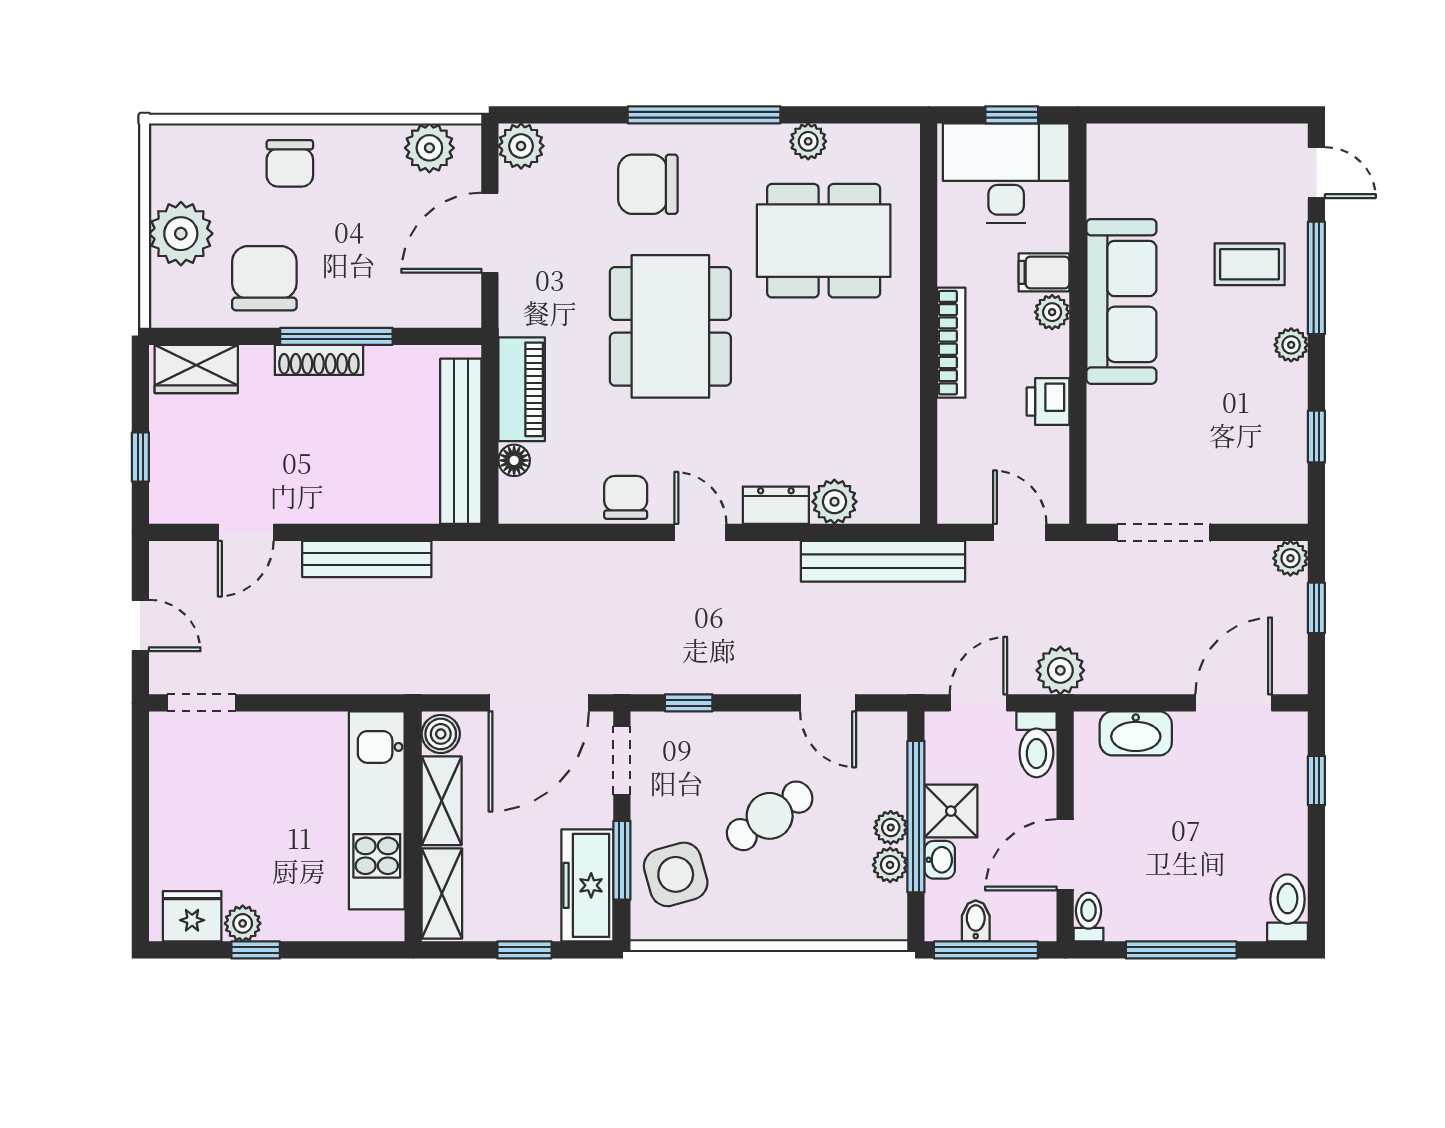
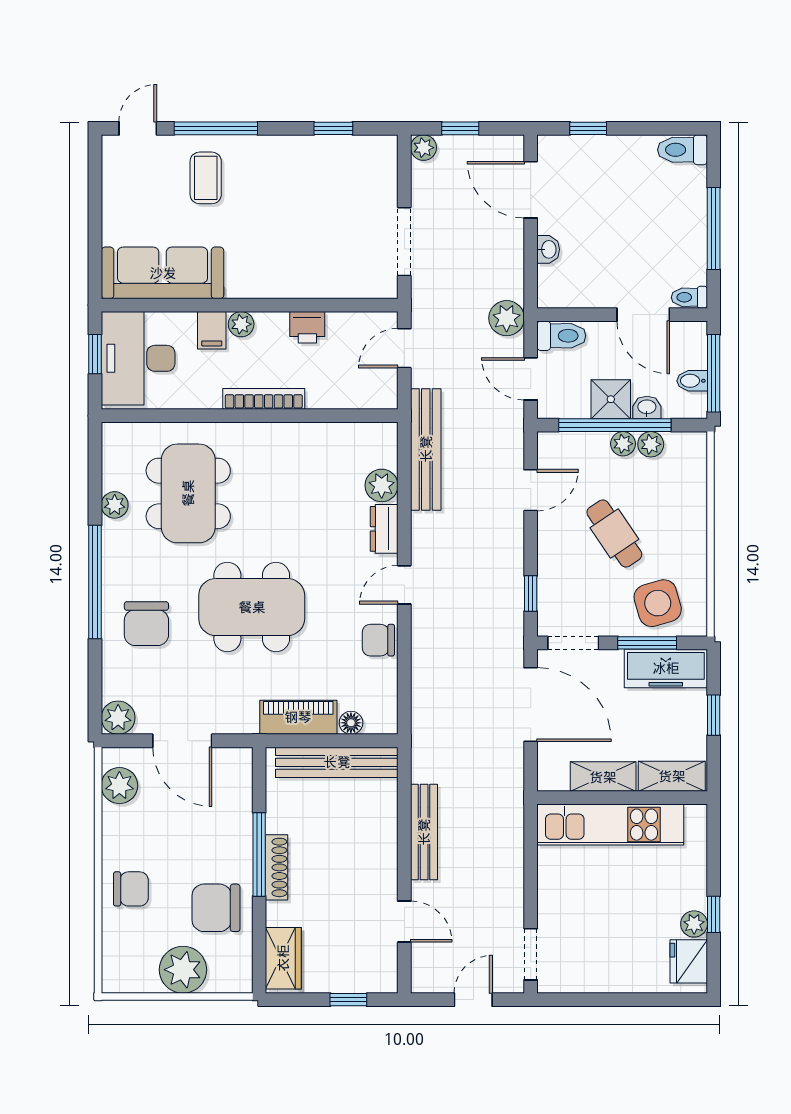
sofa: (1121, 301) -> (163, 273), moved
plant: (1291, 345) -> (265, 147), removed
washbasin: (1136, 733) -> (548, 249), width x0.52, depth x0.69
boiler: (441, 734) -> (554, 777), removed

